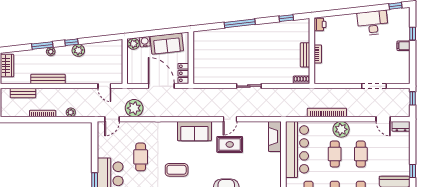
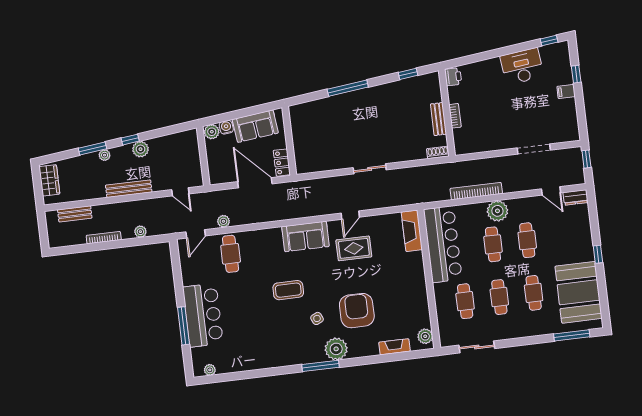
bench: (48, 79) -> (129, 189), moved
plant: (134, 108) -> (223, 221), width x0.53, depth x0.53
cafe table: (141, 157) -> (231, 254), moved

